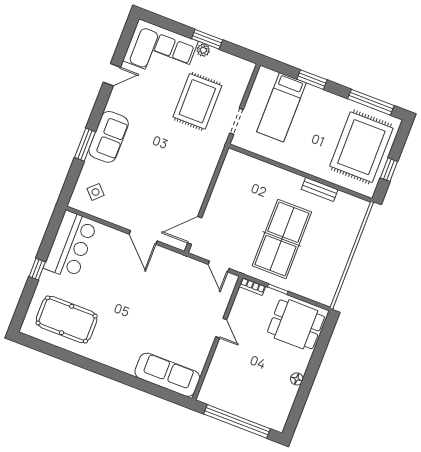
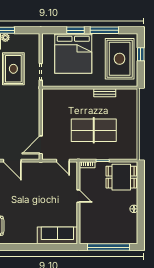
window: (371, 102) -> (104, 30), moved
bed: (282, 107) -> (73, 53), width x2.04
window: (389, 170) -> (141, 54), moved
table tennis table: (282, 239) -> (94, 130), turned 90

